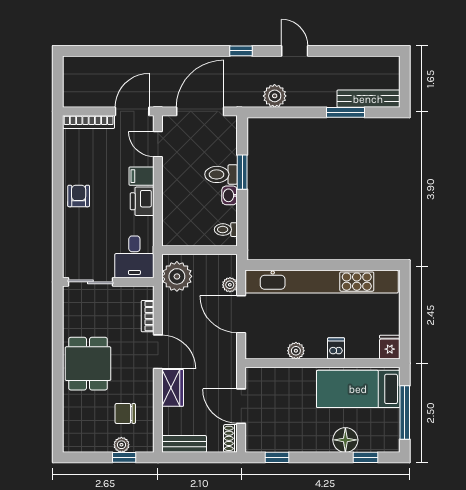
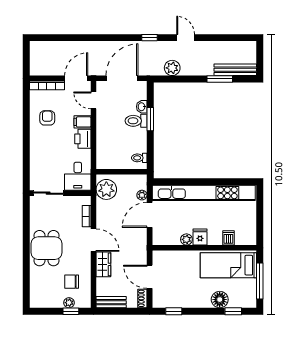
washbasin: (230, 195) -> (142, 107), moved
armchair: (79, 196) -> (47, 118), moved
door: (241, 314) -> (150, 215), hinge flipped
fridge: (390, 347) -> (200, 237), moved
dishwasher: (336, 348) -> (228, 238), moved

